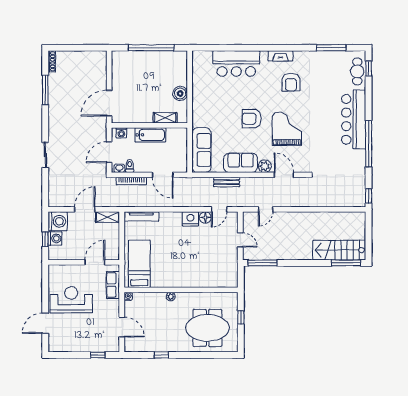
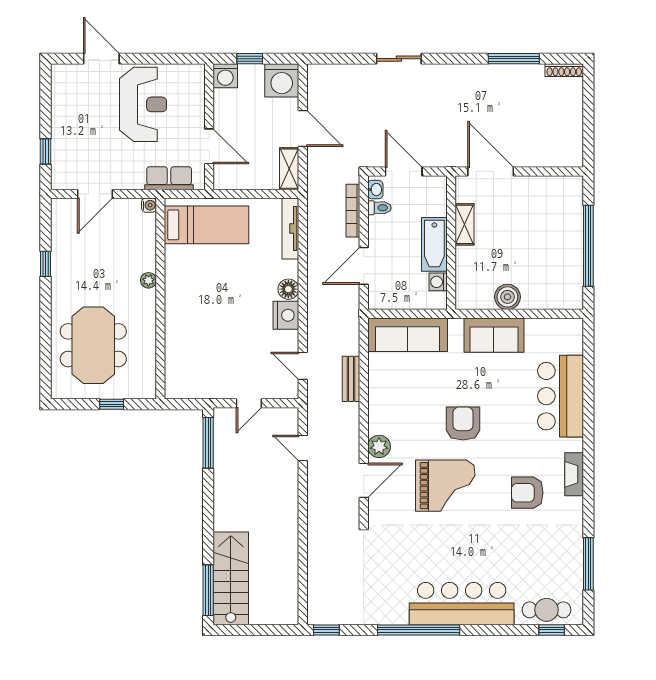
shelving: (165, 118) -> (465, 224), moved
washing machine: (121, 133) -> (438, 282), moved
sofa: (241, 163) -> (494, 335), moved, turned 90
floor lamp: (205, 217) -> (288, 289), moved
washing machine: (55, 238) -> (225, 76), moved

